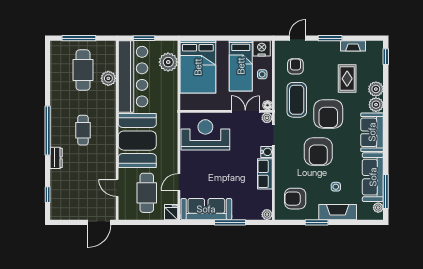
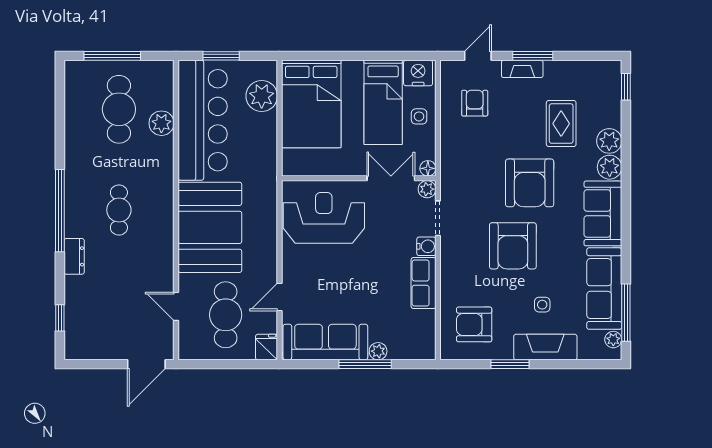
fireplace: (353, 46) -> (522, 69), moved
coffee table: (297, 100) -> (477, 159), removed
plant: (267, 215) -> (378, 351), moved

